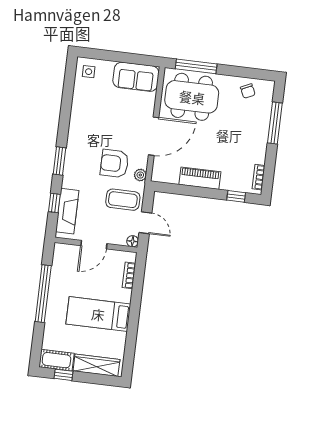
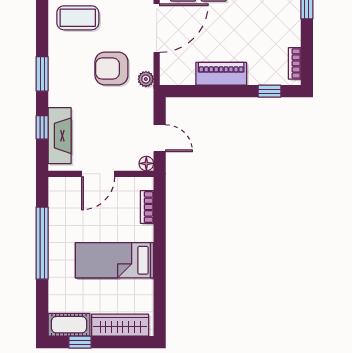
coffee table: (123, 200) -> (78, 18), moved

